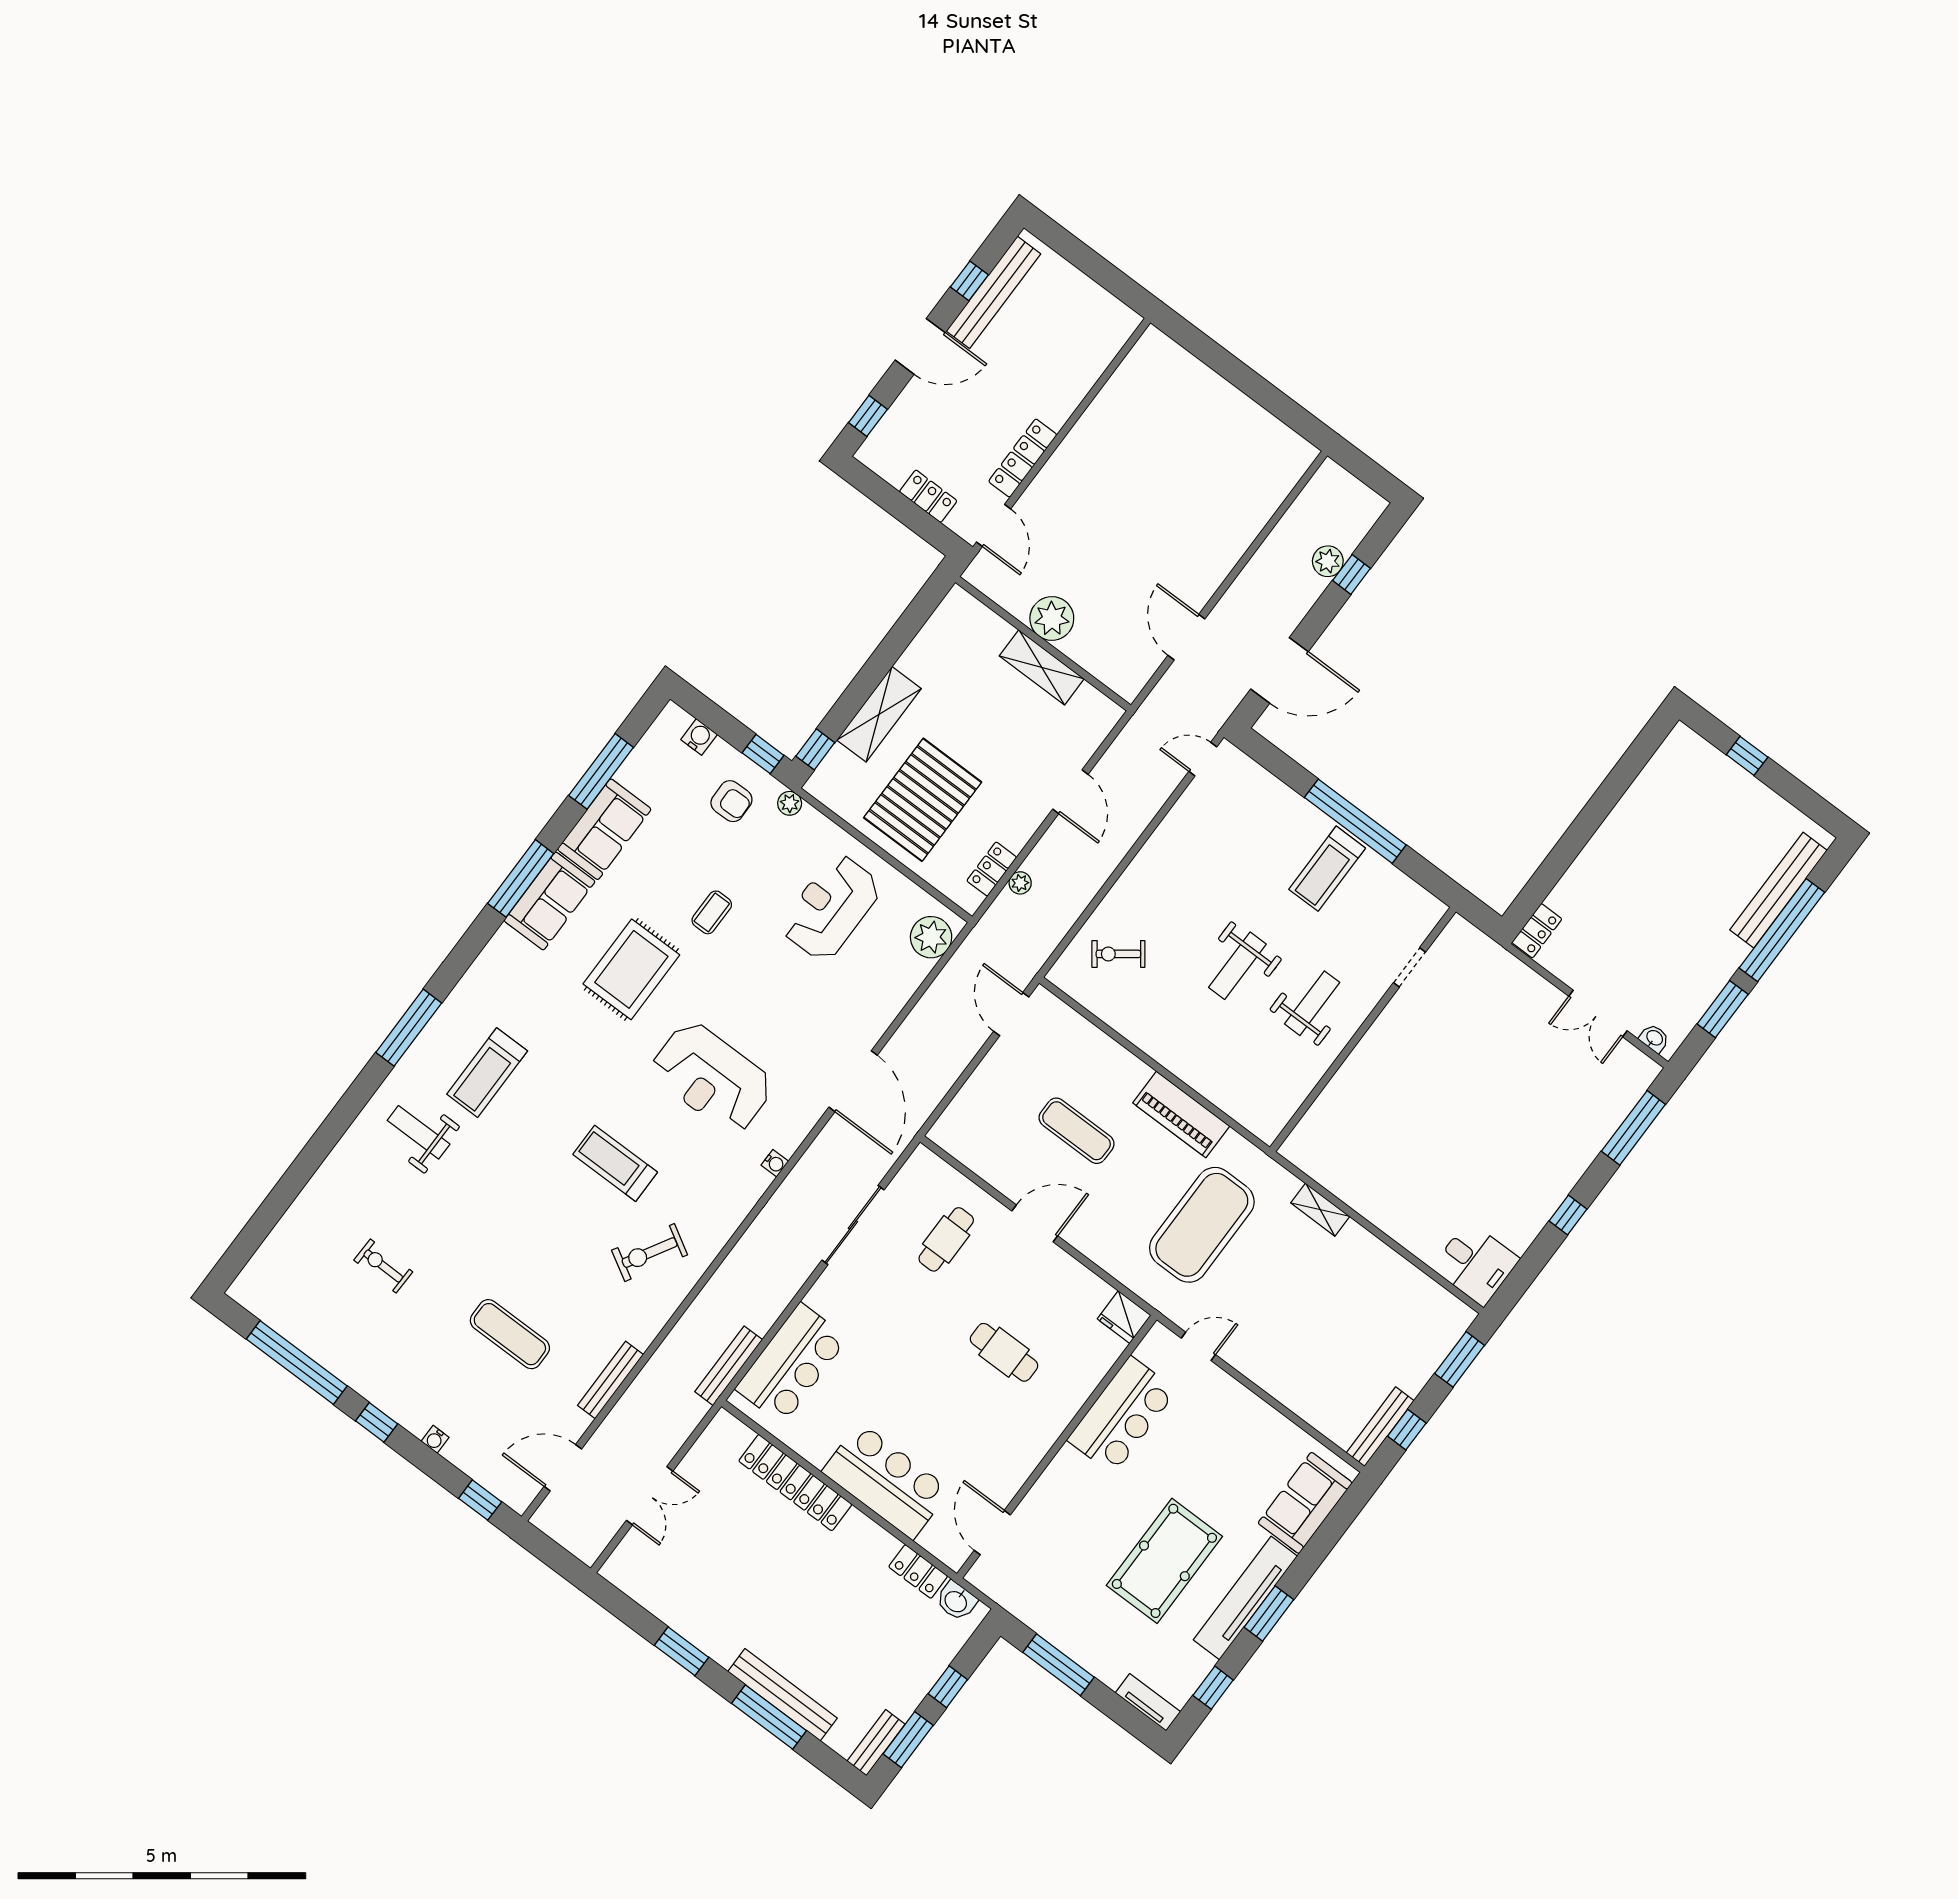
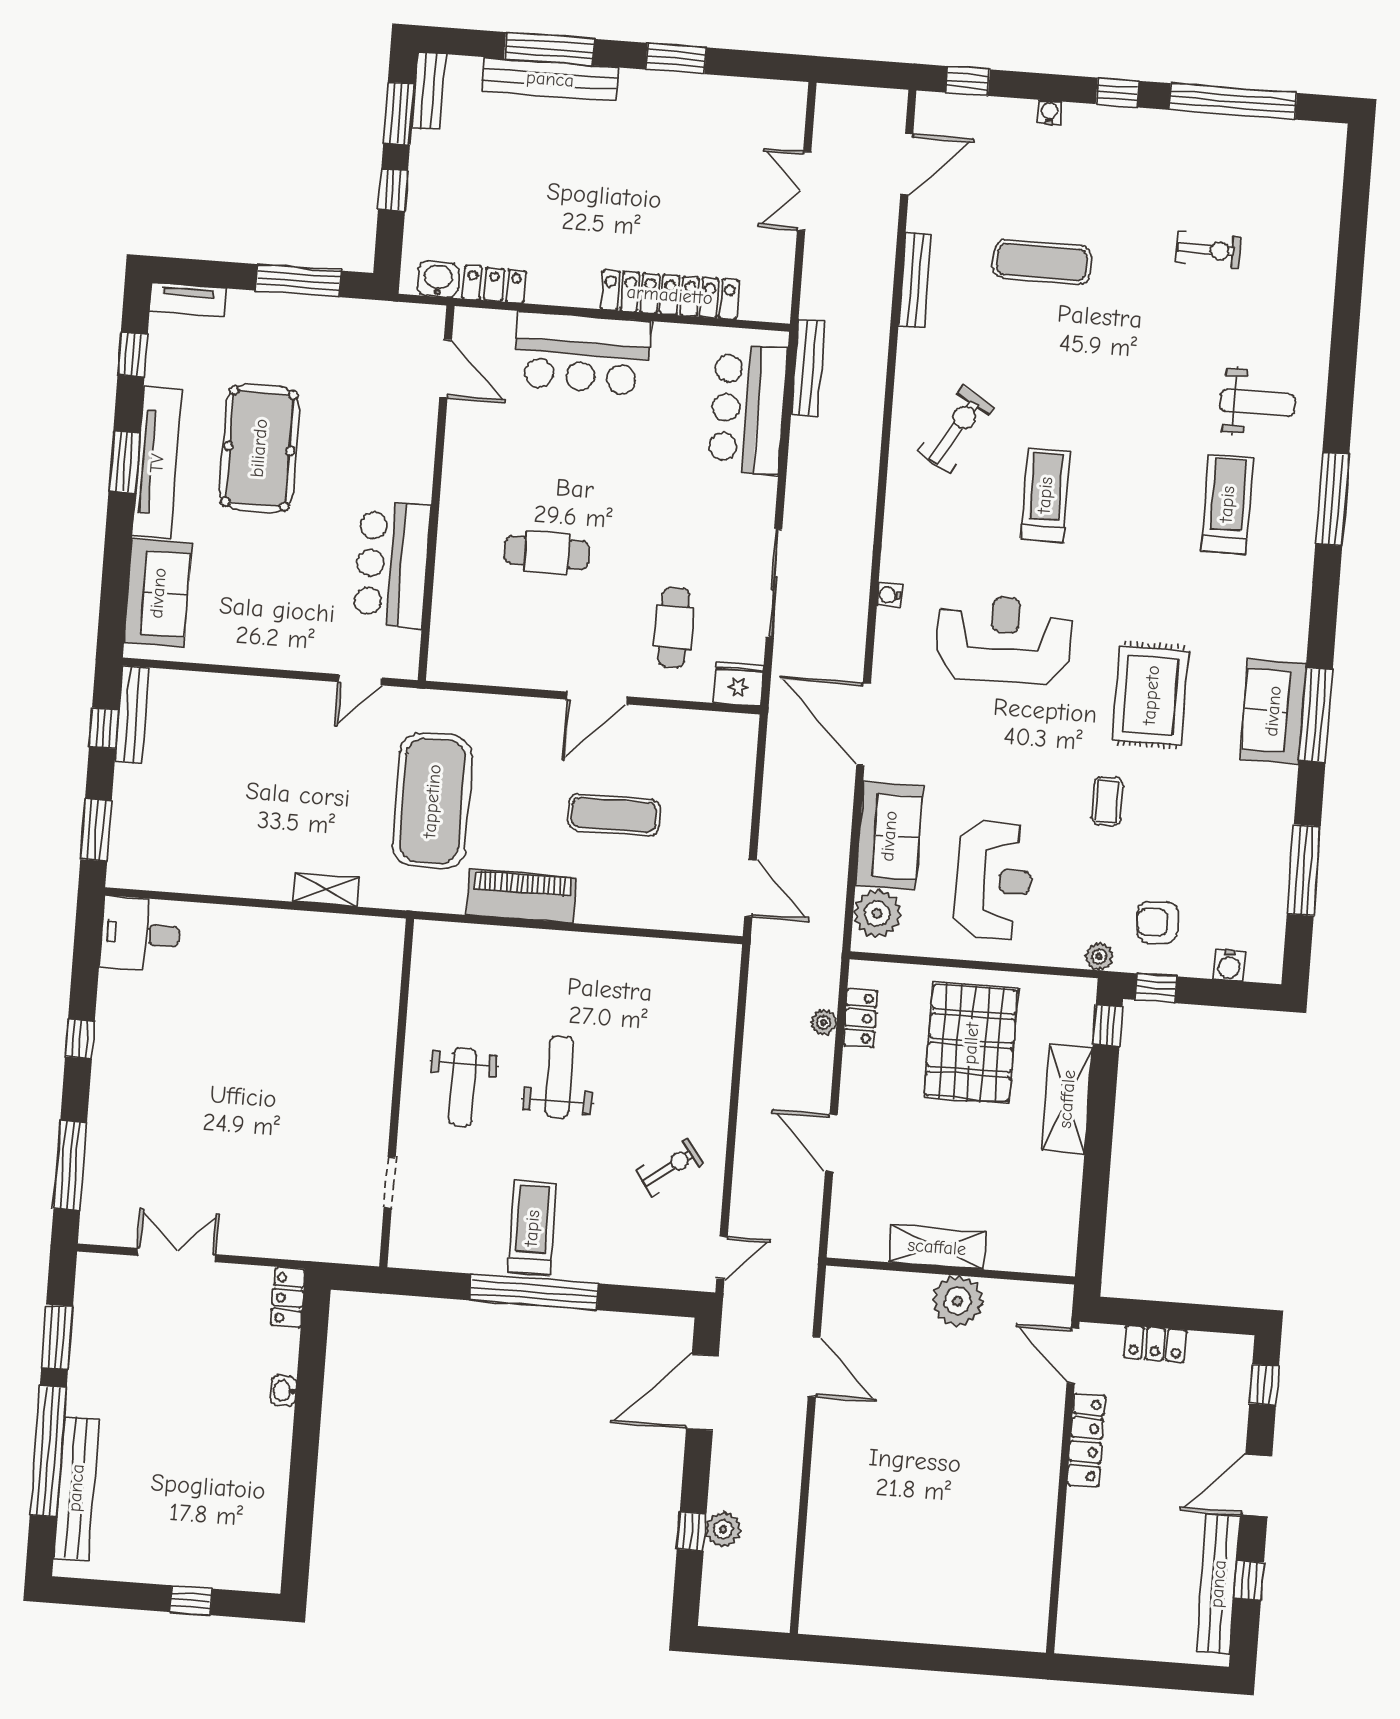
sofa: (604, 829) -> (889, 836), moved, turned 180
exercise bike: (1118, 954) -> (670, 1167), moved
washbasin: (1654, 1038) -> (284, 1391), moved, turned 90
treadmill: (615, 1163) -> (1045, 495), turned -90
fridge: (1124, 1317) -> (738, 684), moved

